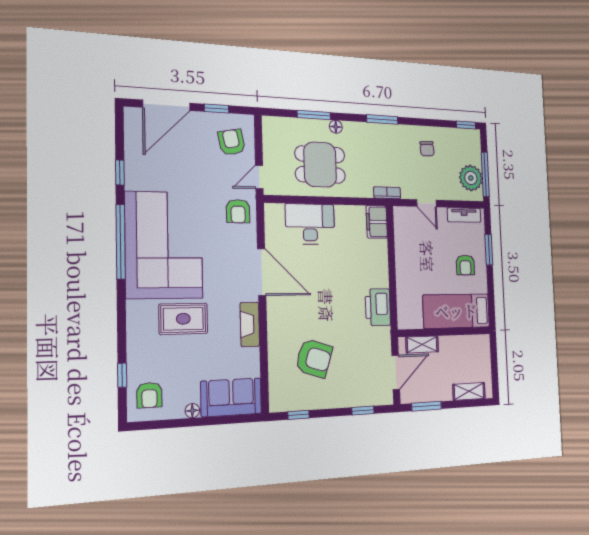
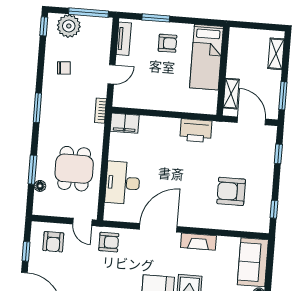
floor lamp: (336, 127) -> (40, 186), moved
armchair: (232, 142) -> (53, 242), turned -79
plant: (471, 178) -> (69, 26), moved
armchair: (314, 358) -> (231, 191), turned -108

